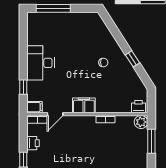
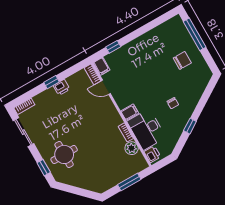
chair: (70, 32) -> (182, 60), added
desk: (41, 63) -> (146, 129), moved, turned -90
filing cabinet: (84, 105) -> (130, 112), width x0.50
plant: (141, 122) -> (132, 148), moved
printer: (33, 143) -> (62, 87), moved

